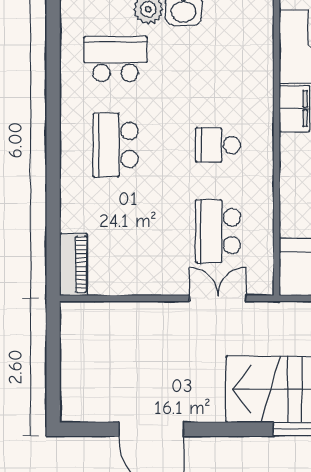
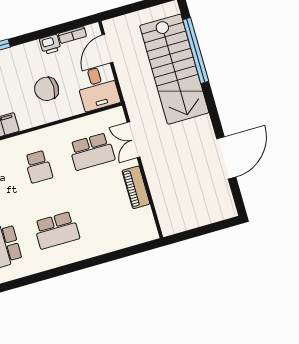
piano: (74, 265) -> (136, 187), moved, turned -90

